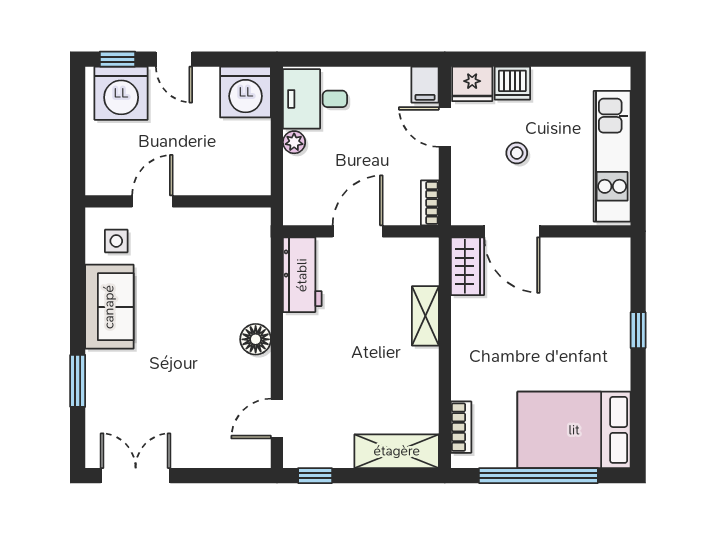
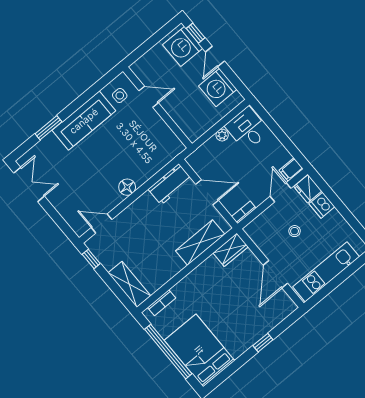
washing machine: (246, 92) -> (218, 88), moved
door: (512, 231) -> (275, 274), moved
sofa: (109, 307) -> (84, 121), width x1.36
shelving: (425, 316) -> (200, 242), width x1.50, depth x1.33

